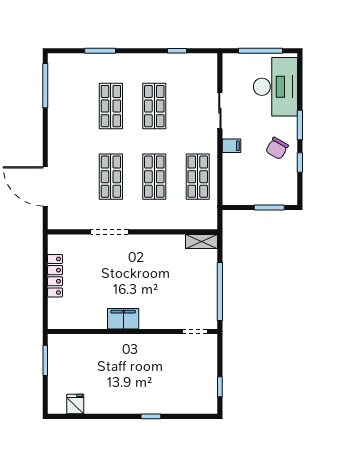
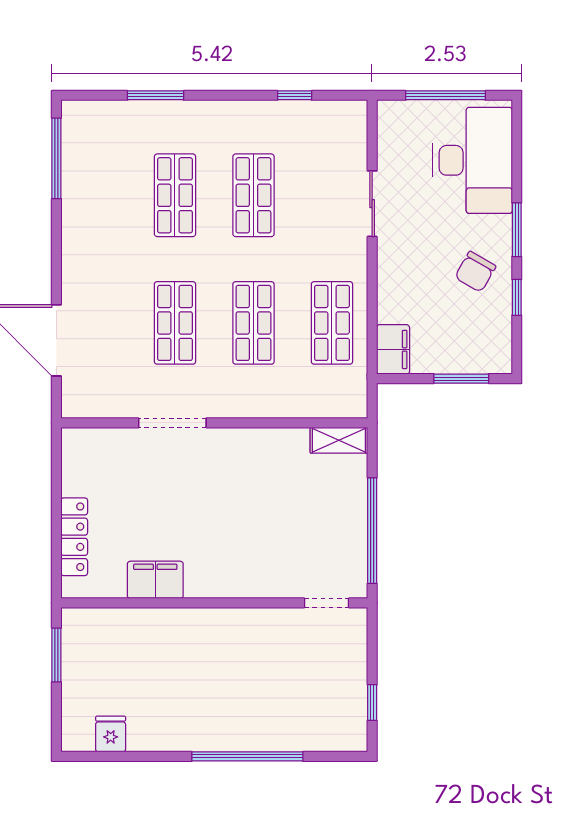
filing cabinet: (232, 146) -> (393, 349), moved, width x2.00
locker: (55, 276) -> (74, 537), moved
filing cabinet: (123, 319) -> (155, 580), moved
window: (151, 416) -> (247, 756), width x3.17

